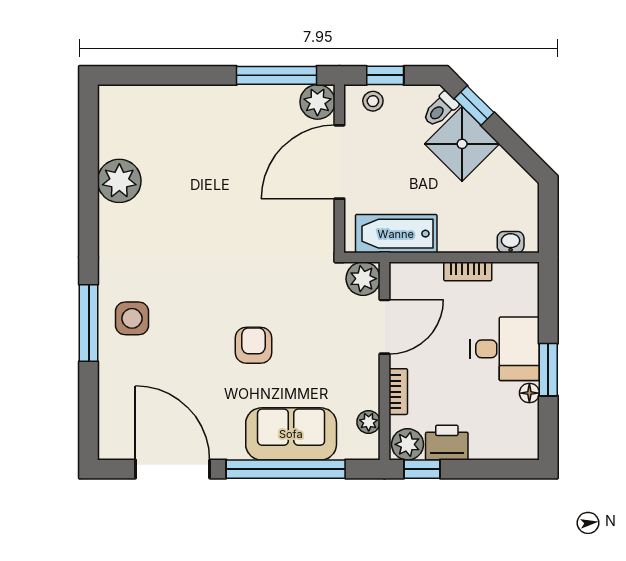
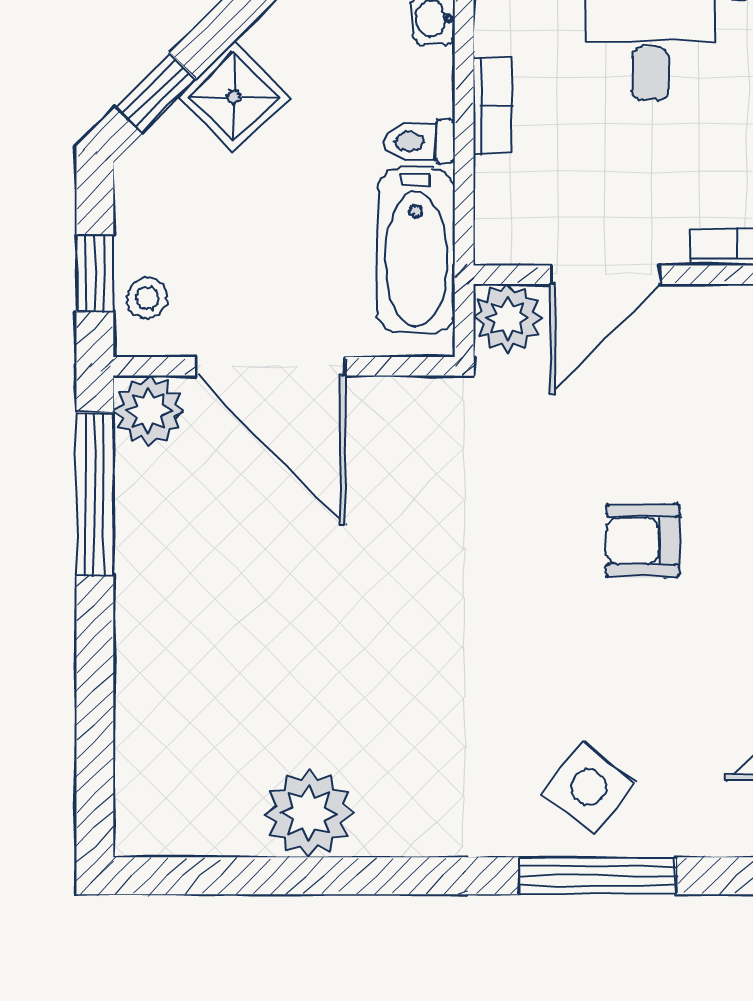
toilet: (440, 109) -> (419, 142), moved, turned 135
shower: (462, 144) -> (234, 97), width x0.73, depth x0.73
side table: (132, 318) -> (588, 787), turned 38
door: (384, 327) -> (605, 275), swing flipped

